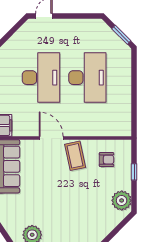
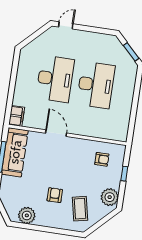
coffee table: (75, 156) -> (80, 209), moved
armchair: (60, 207) -> (55, 195), added

